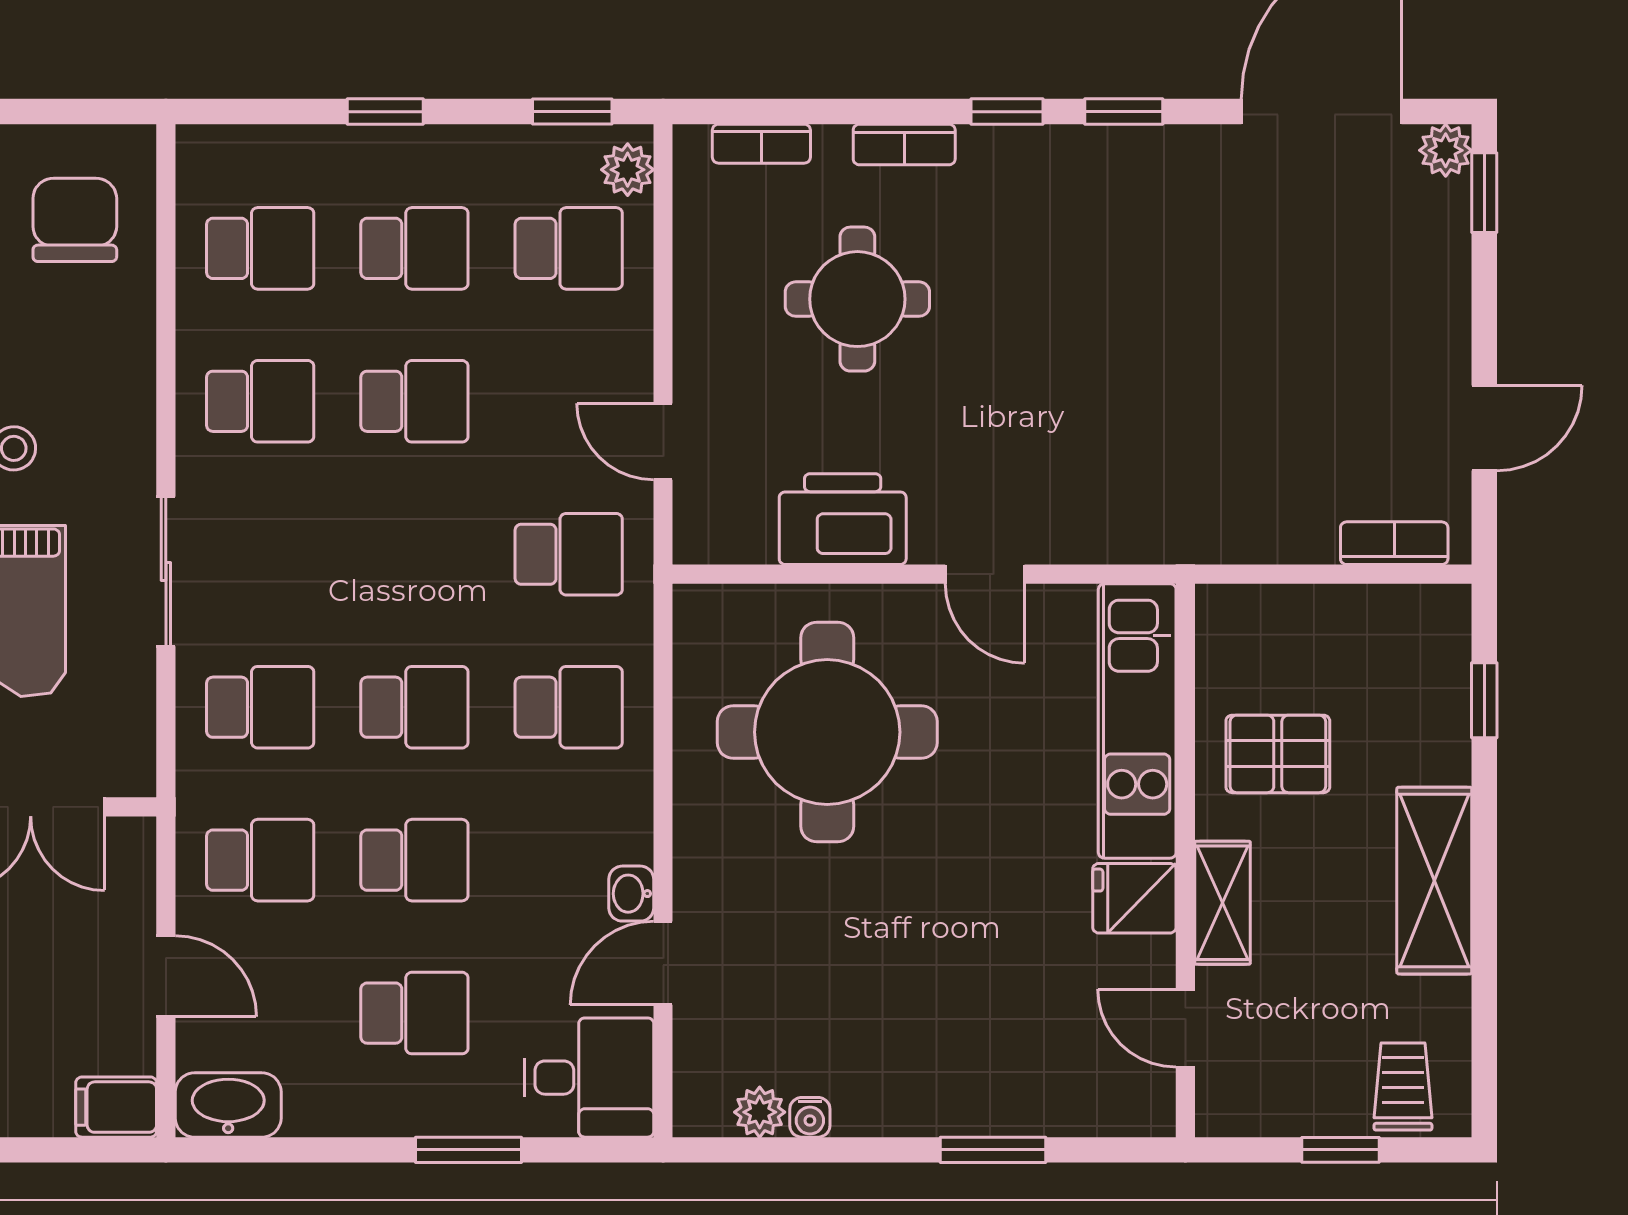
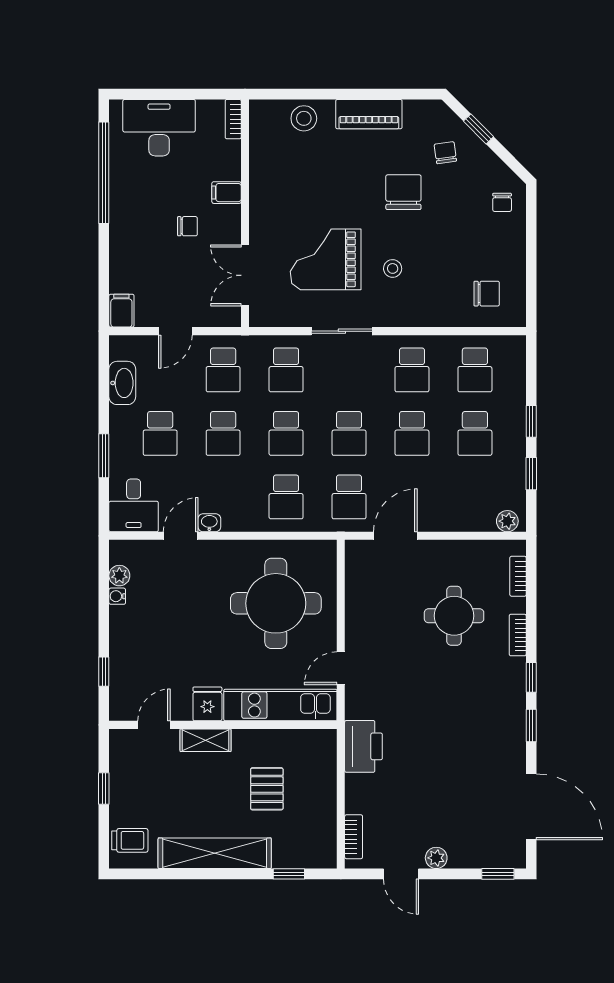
window: (572, 112) -> (531, 474), moved
plant: (1446, 150) -> (436, 858), moved
chair: (75, 220) -> (487, 294), width x0.73, depth x0.73
school desk: (569, 248) -> (349, 433), moved
door: (663, 442) -> (395, 536), width x1.38
printer: (843, 519) -> (363, 746), moved
kitchen unit: (1137, 721) -> (280, 705), moved
wall: (1185, 860) -> (223, 725), moved
shelving: (1434, 881) -> (215, 853), width x1.47
fridge: (1134, 898) -> (207, 704), moved
shelving: (1223, 903) -> (206, 740), moved
door: (663, 963) -> (181, 536), hinge flipped
door: (1185, 1028) -> (154, 725), moved
washbasin: (228, 1105) -> (122, 383), moved
window: (993, 1150) -> (104, 672), width x0.67
window: (1341, 1150) -> (104, 788), moved

